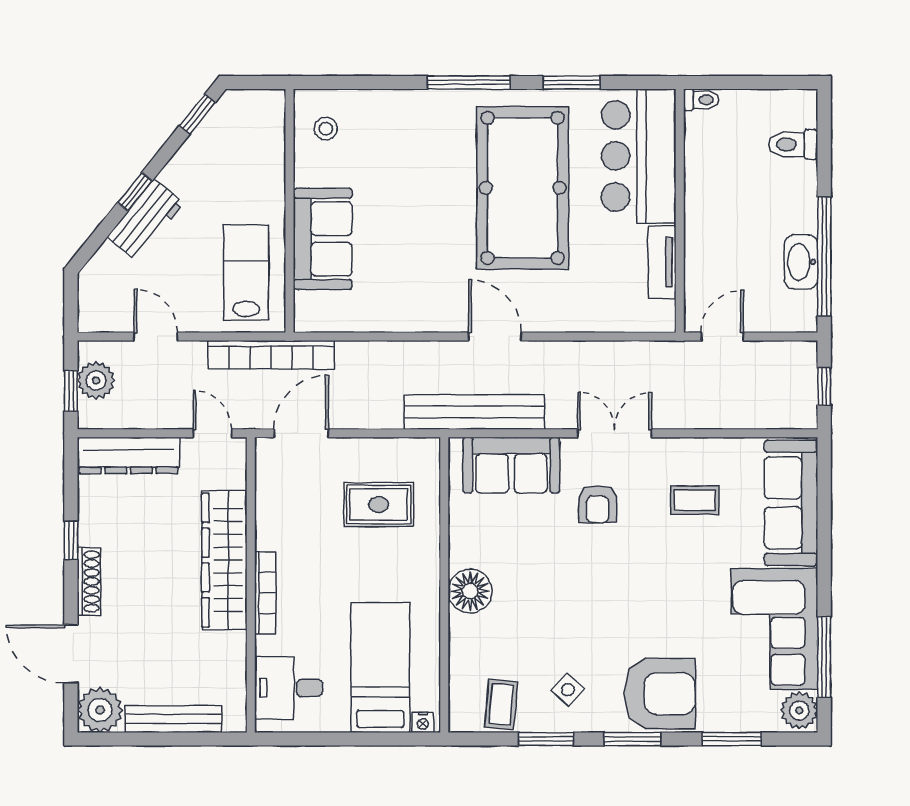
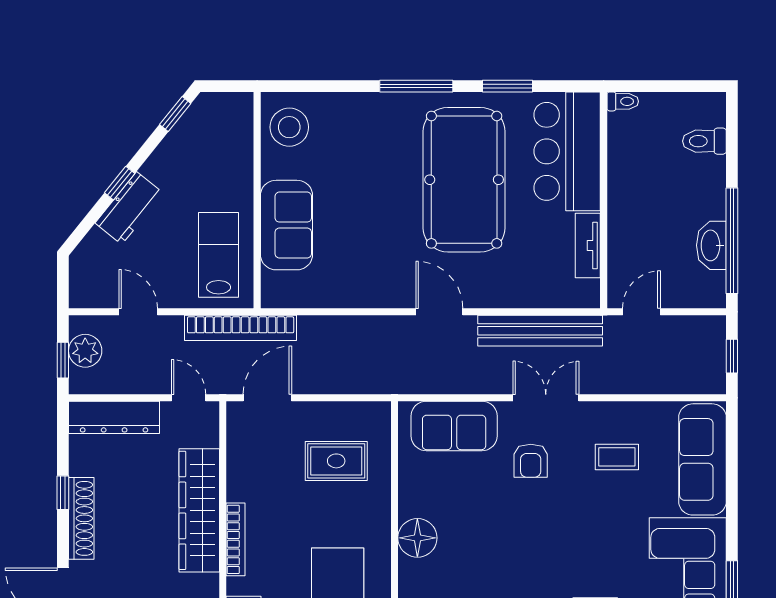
stool: (326, 129) -> (289, 127), width x1.89, depth x1.89
bench: (474, 412) -> (540, 331), moved
shoe rack: (89, 581) -> (81, 518), width x1.36, depth x1.24

